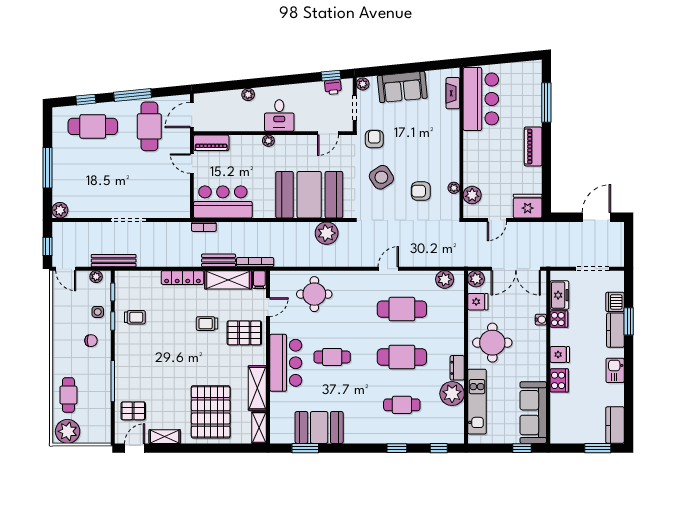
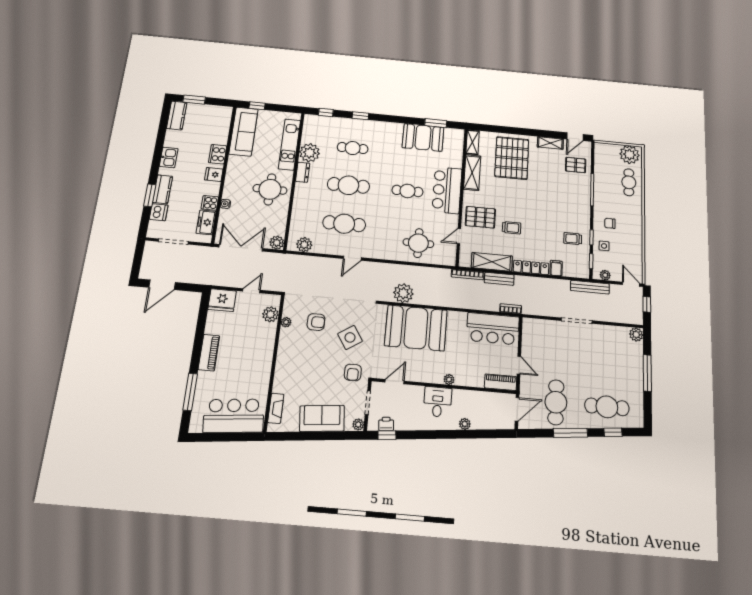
bar counter: (481, 99) -> (234, 416), moved, turned 84
filing cabinet: (259, 280) -> (556, 268), moved
fridge: (478, 302) -> (278, 224), removed

